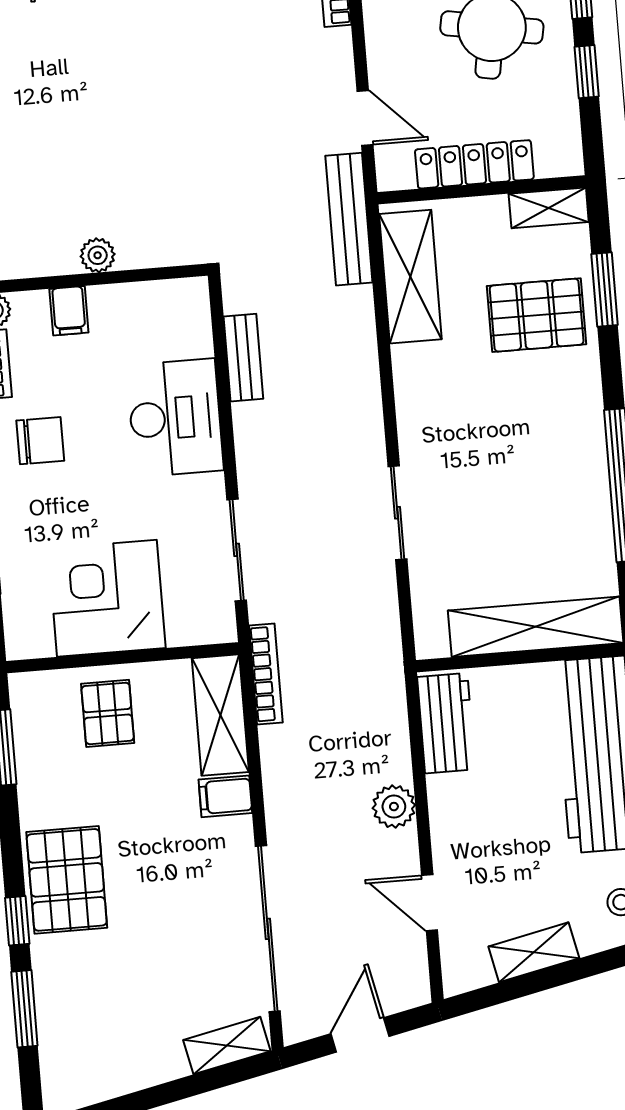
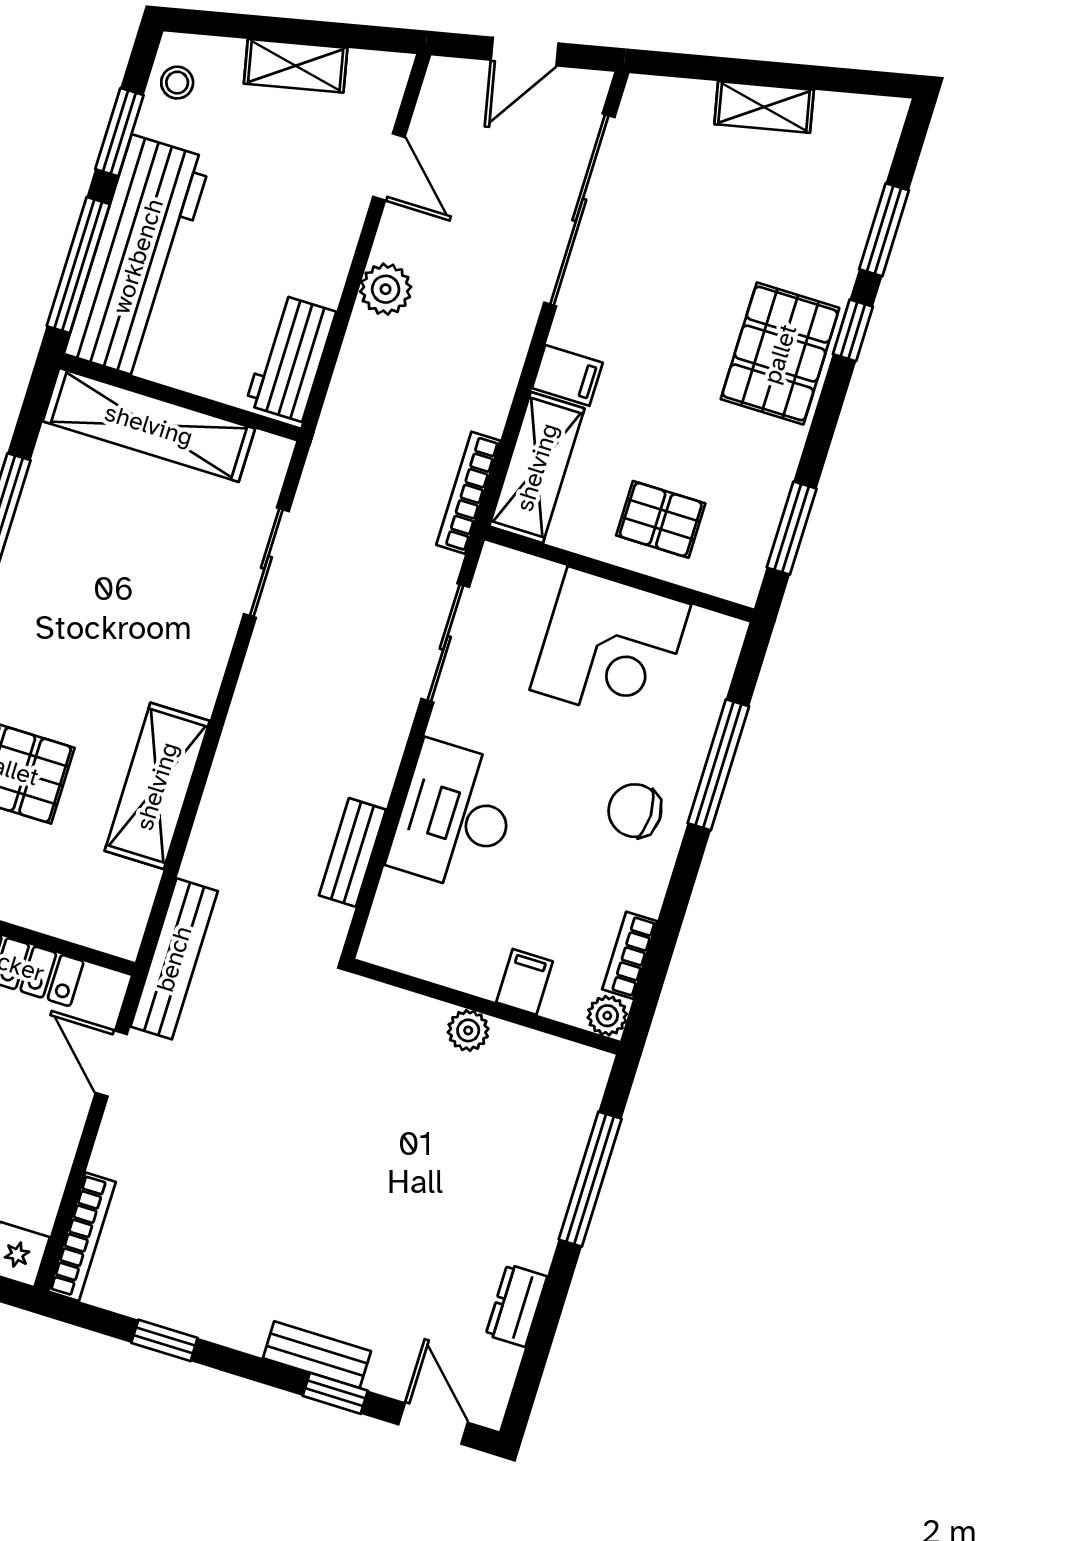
shelving: (410, 277) -> (157, 786), moved
chair: (40, 441) -> (635, 811), moved
sliding door: (398, 513) -> (266, 563), moved
pallet: (108, 713) -> (661, 519), turned 90
shelving: (227, 1046) -> (764, 107), moved

